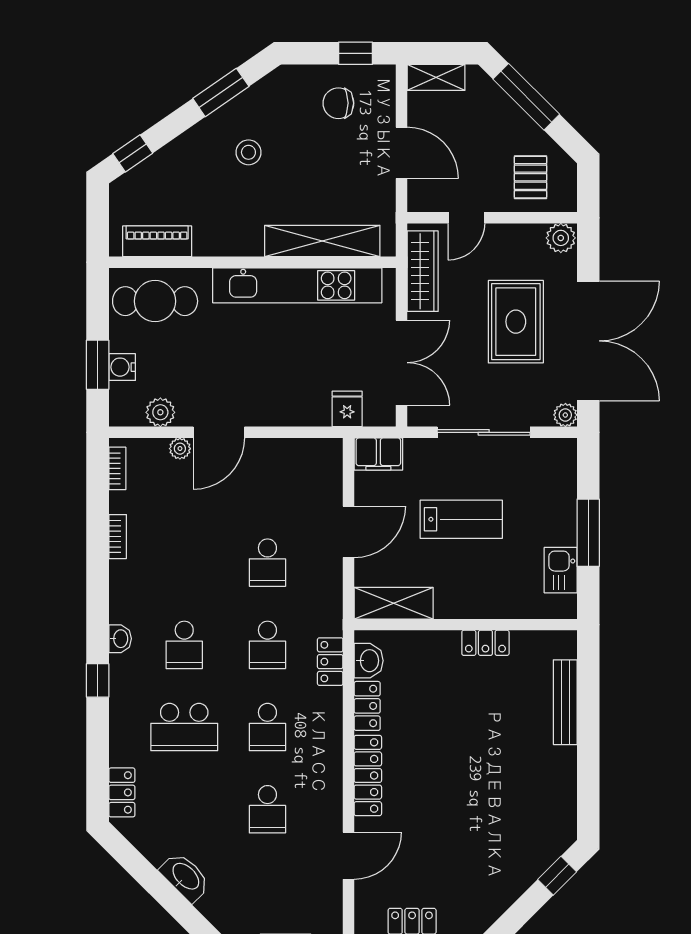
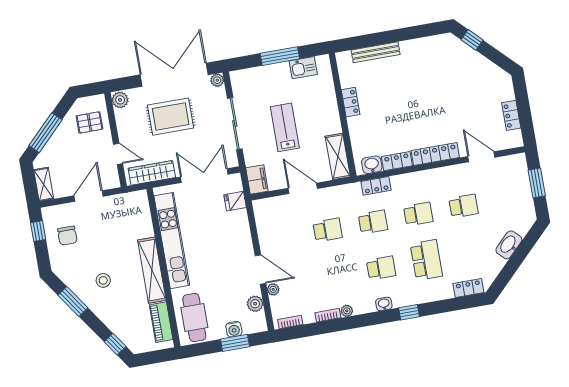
shelving: (322, 241) -> (152, 270), moved
plant: (119, 571) -> (347, 311), added

